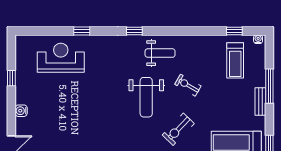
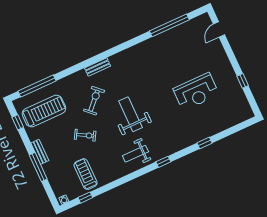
reception desk: (61, 58) -> (196, 92), moved
treadmill: (235, 60) -> (86, 174), moved
exercise bike: (188, 85) -> (85, 135), moved
water cooler: (21, 111) -> (223, 59), removed

